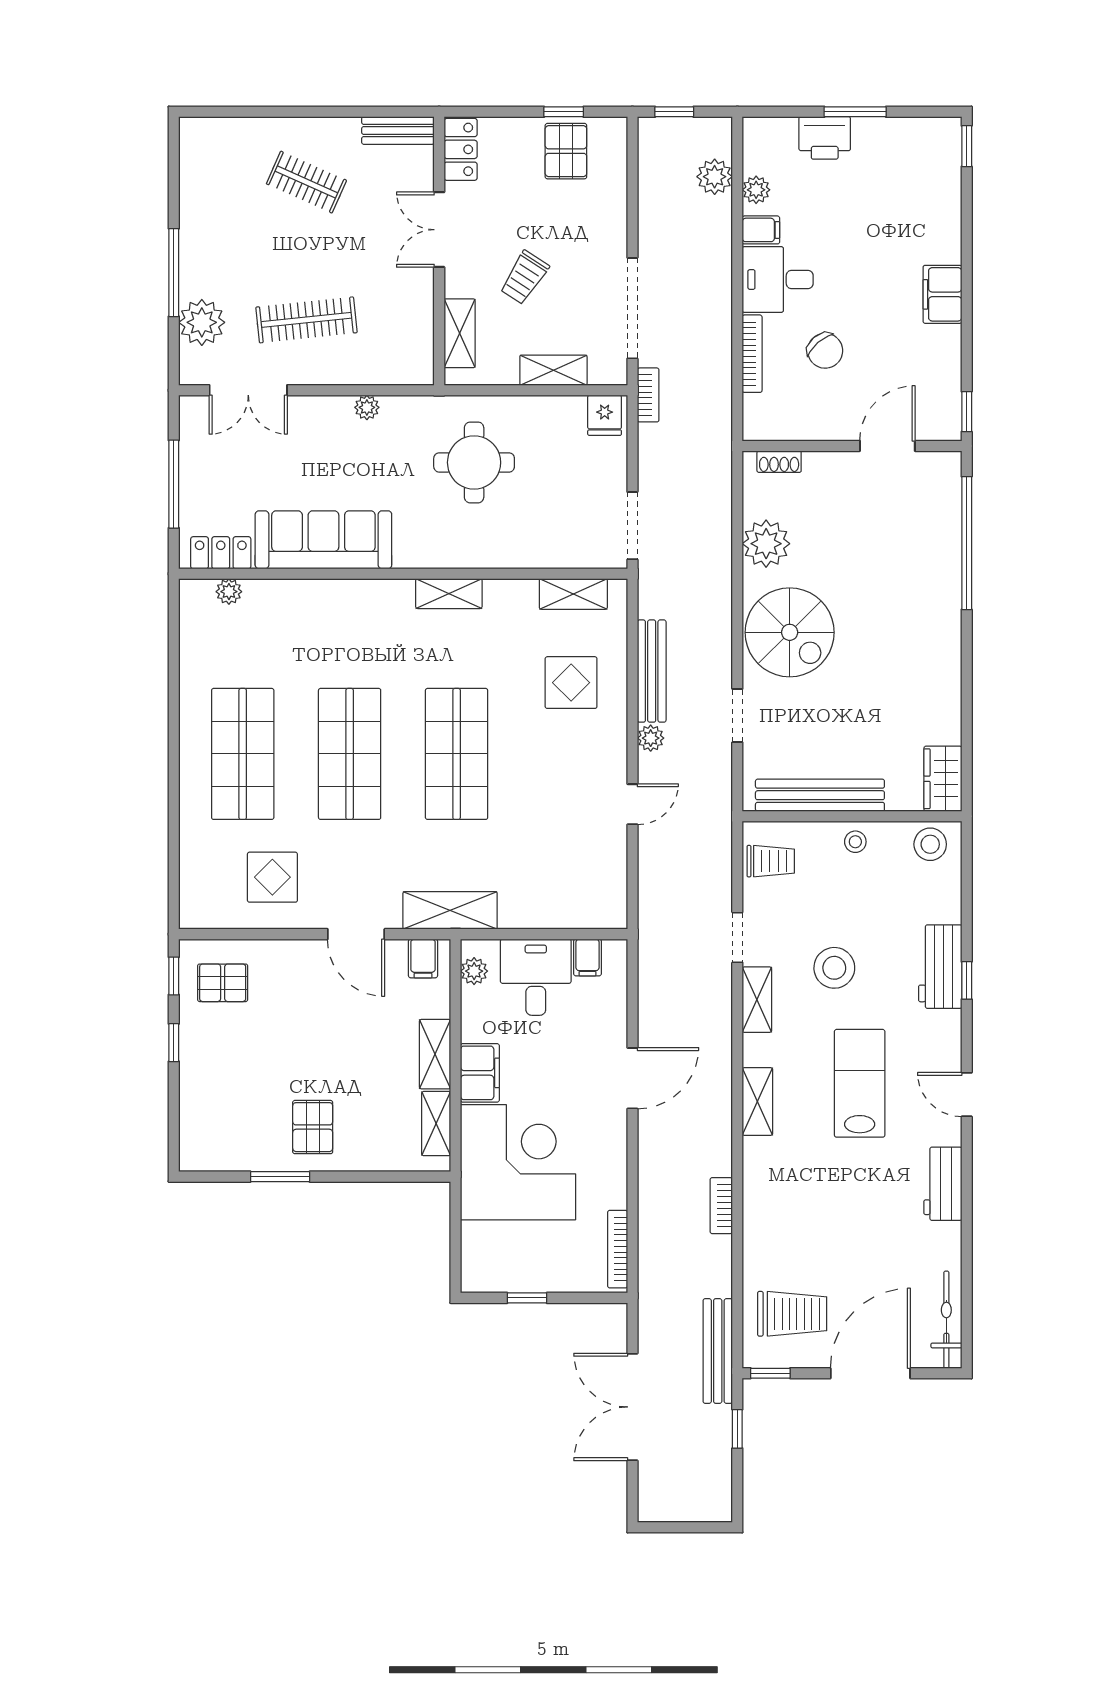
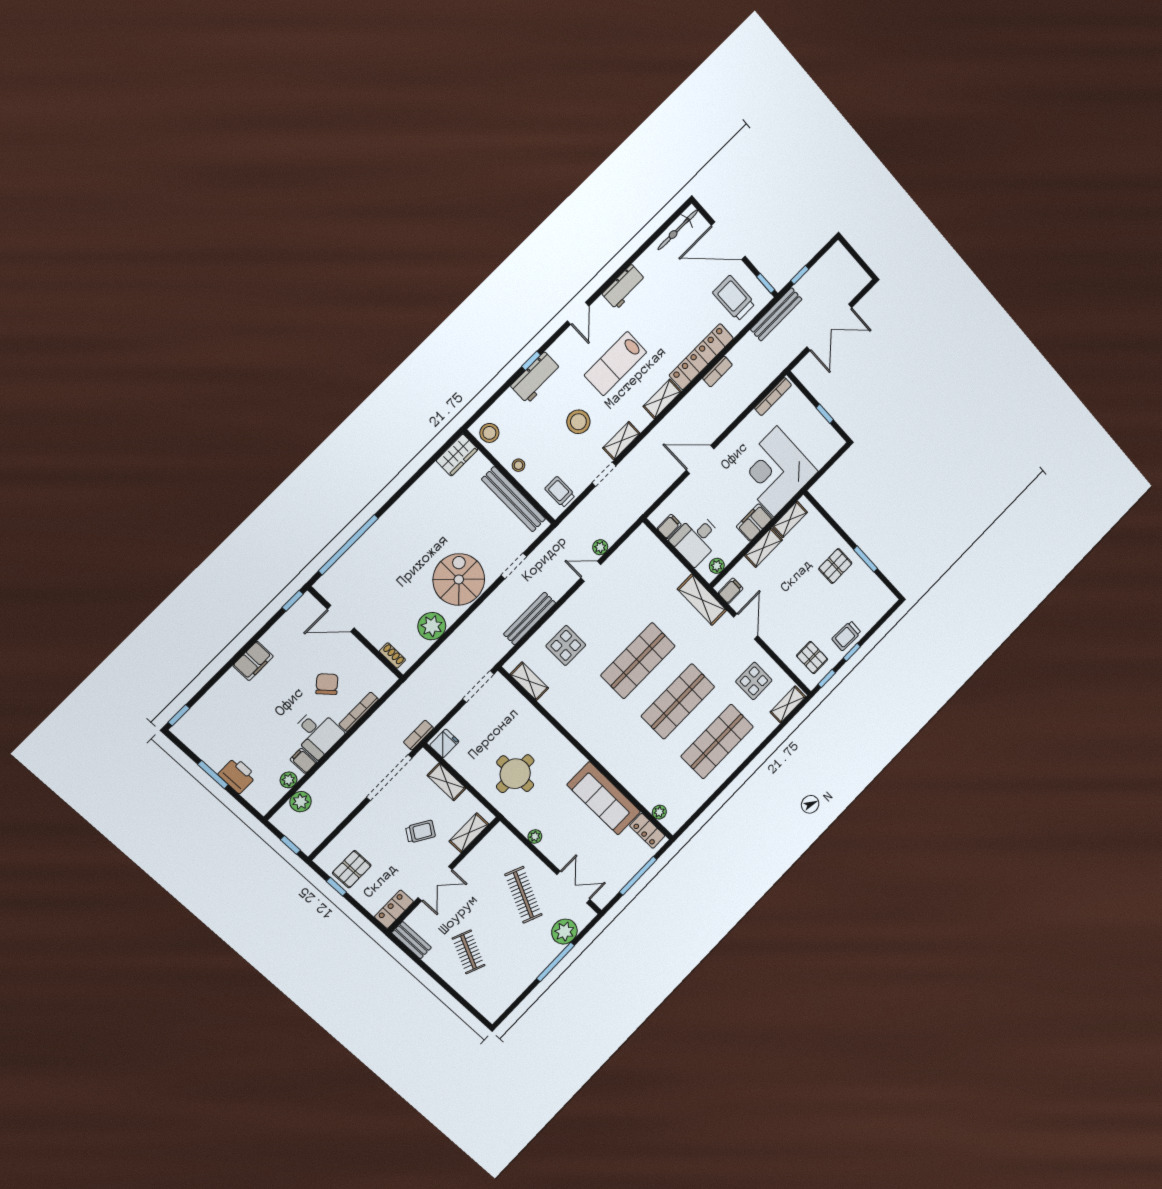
clothes rail: (306, 320) -> (523, 895), turned 30
shelving: (449, 594) -> (788, 704), moved, turned 90
plant: (651, 738) -> (600, 547), moved
trolley: (204, 1056) -> (846, 636), added
locker: (760, 1202) -> (701, 357), added

